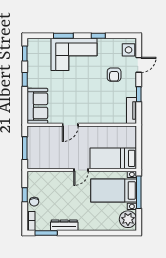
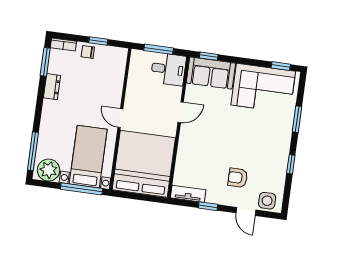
corner sofa: (74, 54) -> (263, 88), moved, turned -90
window: (25, 79) -> (209, 56), moved
door: (70, 125) -> (181, 112), swing flipped
desk: (39, 139) -> (168, 69), added
bed: (113, 158) -> (144, 164), width x2.04
dresser: (64, 225) -> (52, 87), width x0.70
window: (115, 233) -> (33, 151), added

